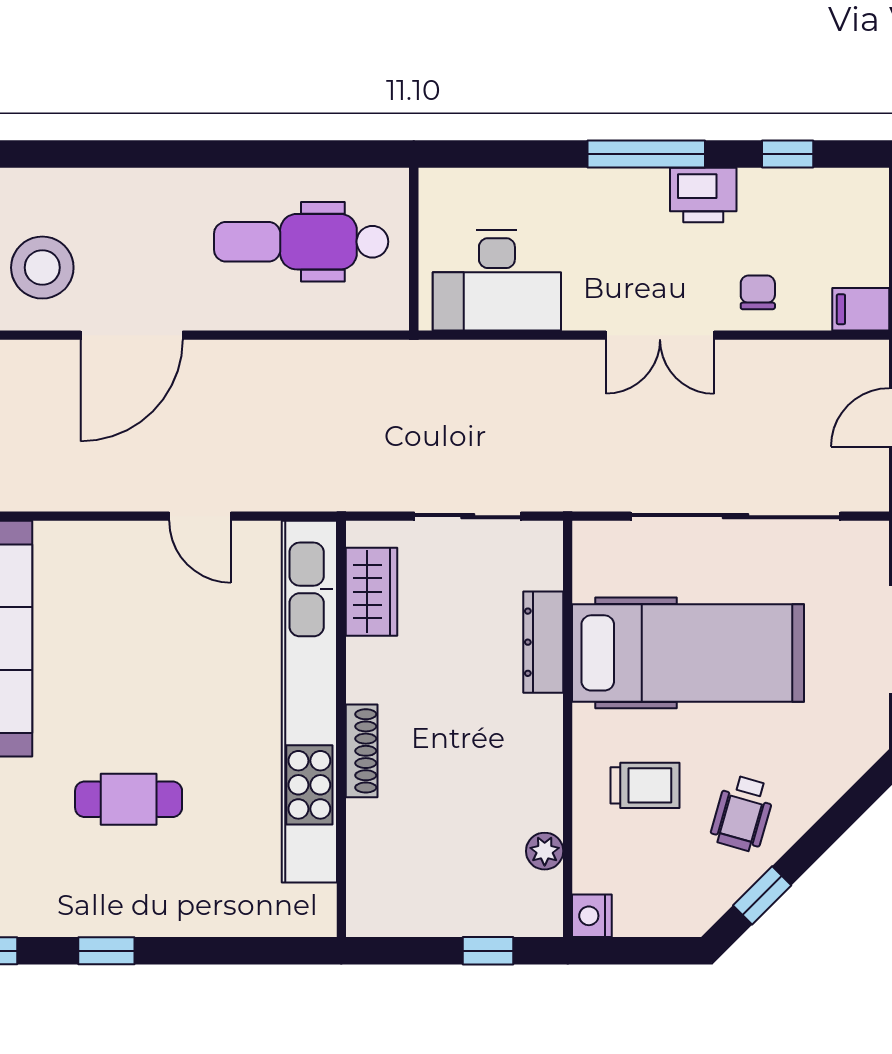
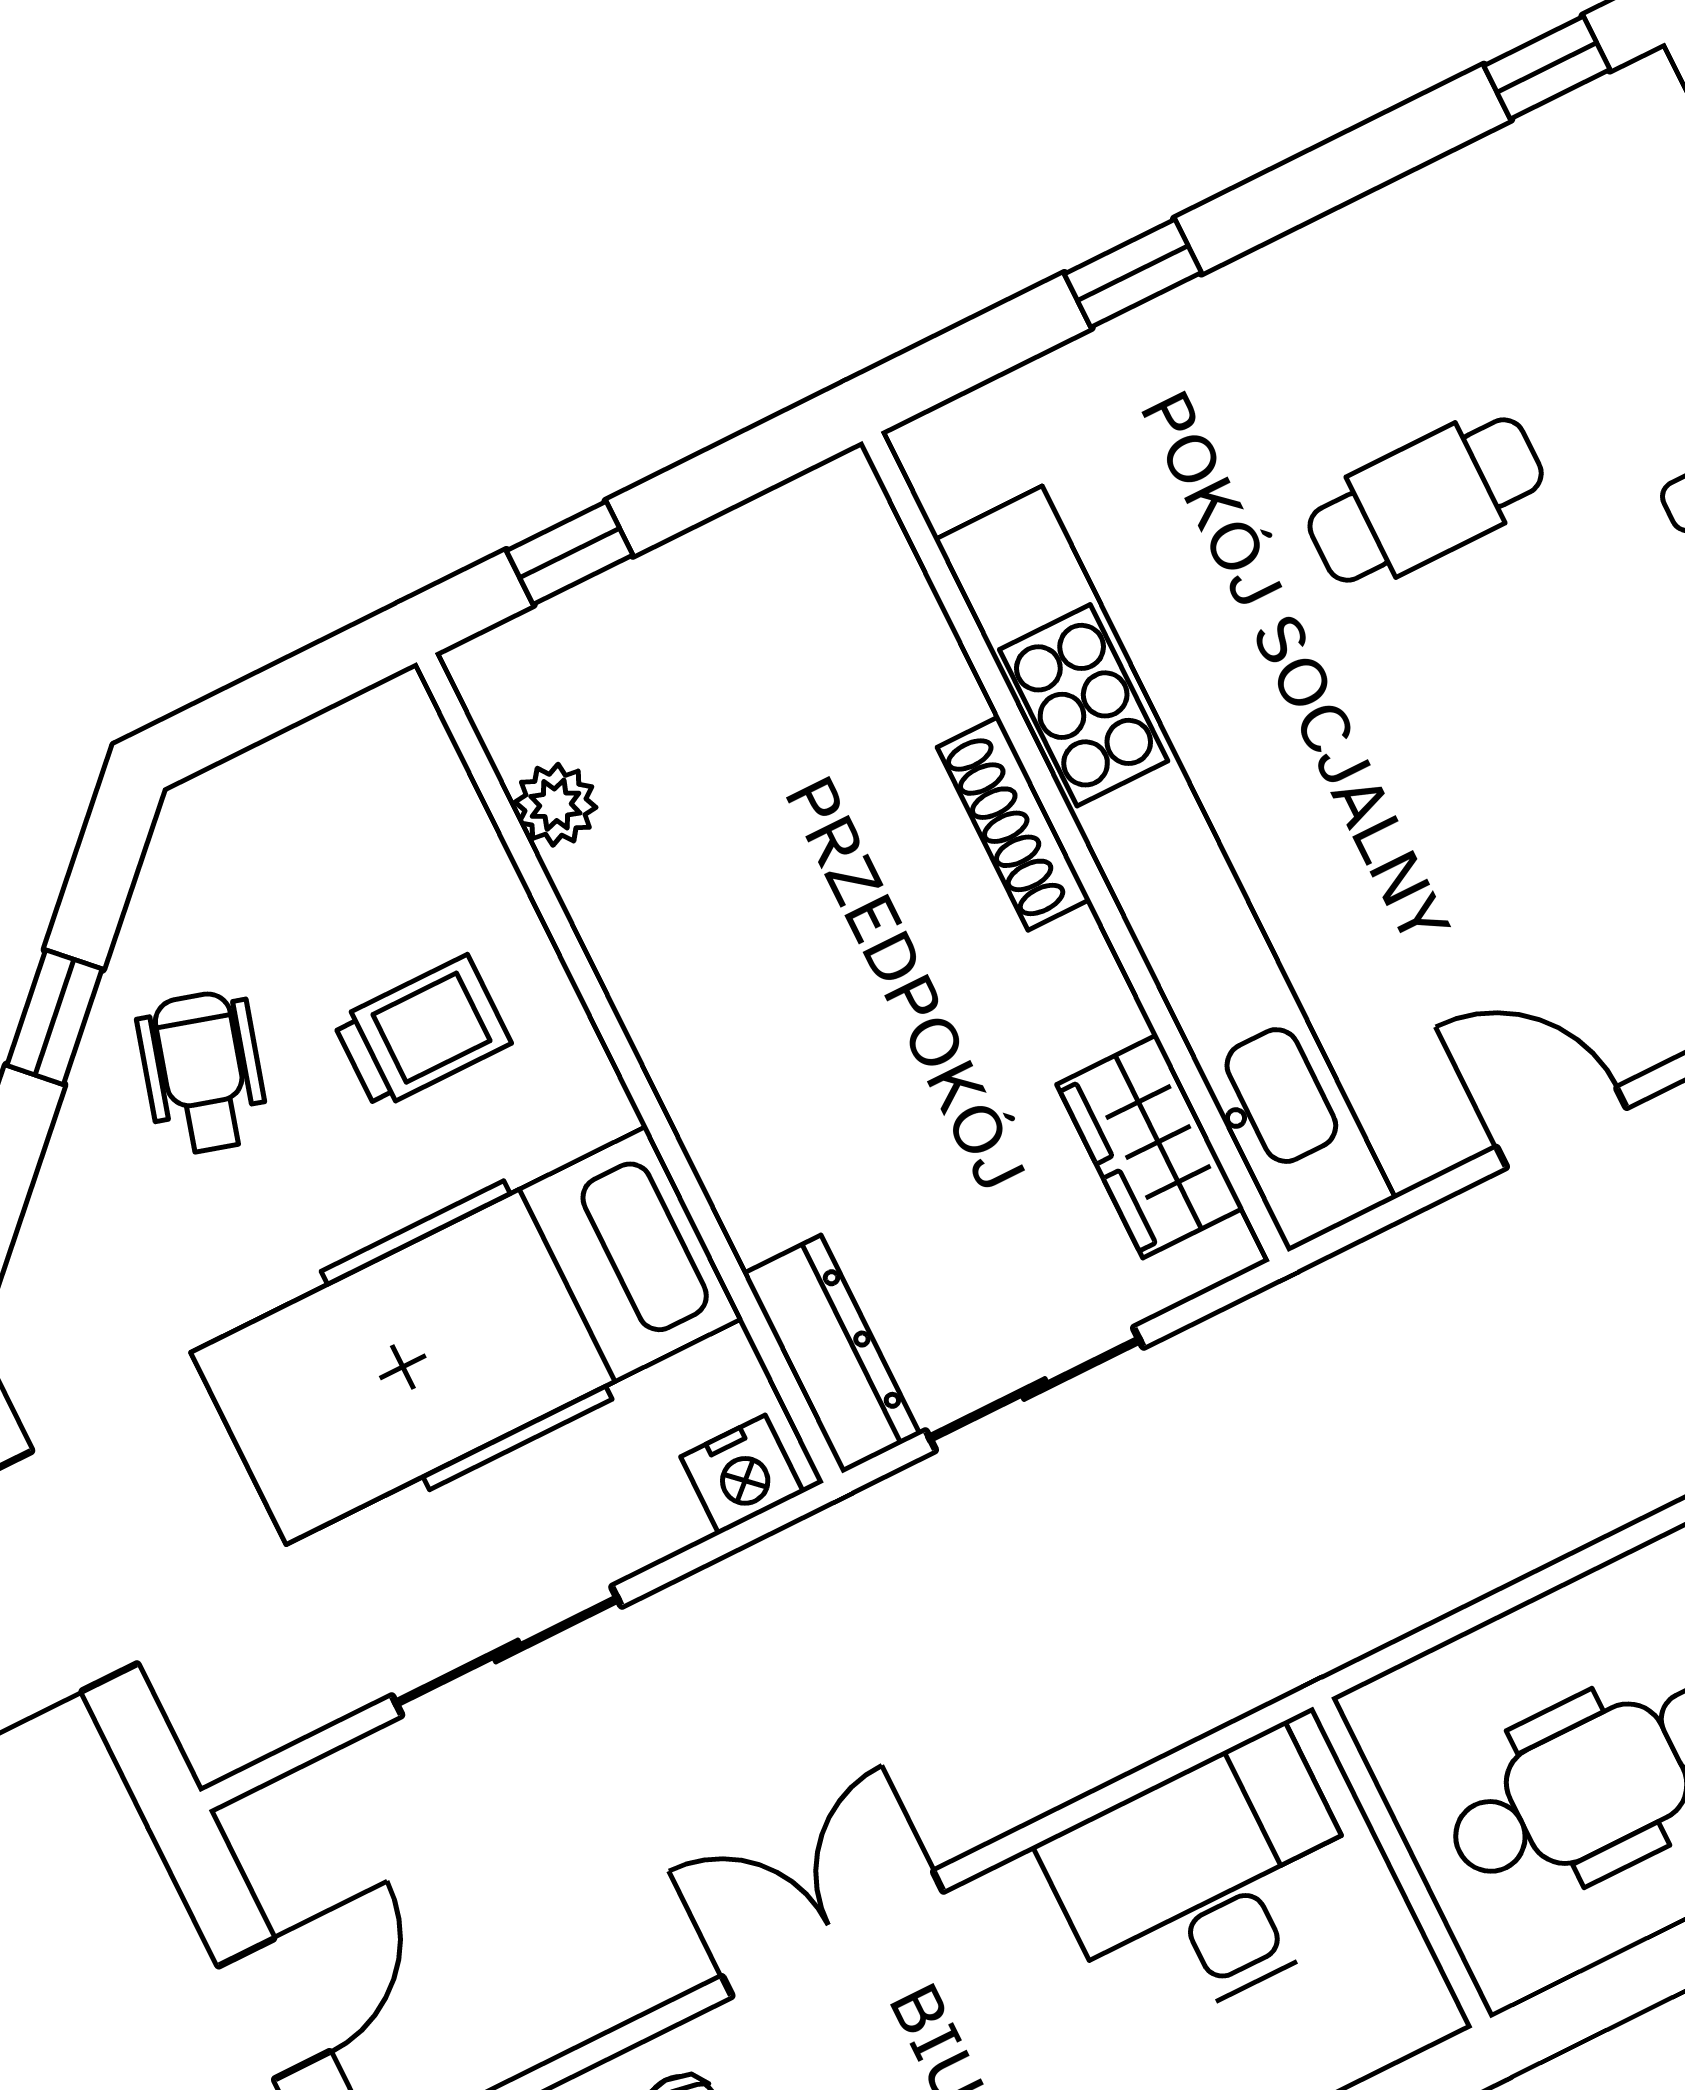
sliding door: (736, 516) -> (507, 1651), width x0.54
dresser: (543, 642) -> (831, 1354), moved
trolley: (645, 785) -> (422, 1032), turned 180
window: (762, 895) -> (54, 1017), moved
nightstand: (592, 916) -> (742, 1475), moved, turned 90
window: (106, 951) -> (1133, 273), moved

